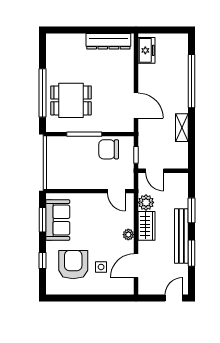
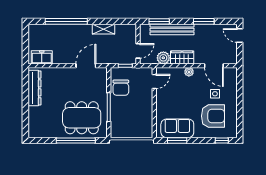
dining table: (71, 100) -> (82, 118), width x1.38
window: (192, 210) -> (159, 21), moved
bench: (181, 236) -> (172, 30), moved
window: (43, 260) -> (222, 141), moved
armchair: (73, 265) -> (213, 116), turned 180

